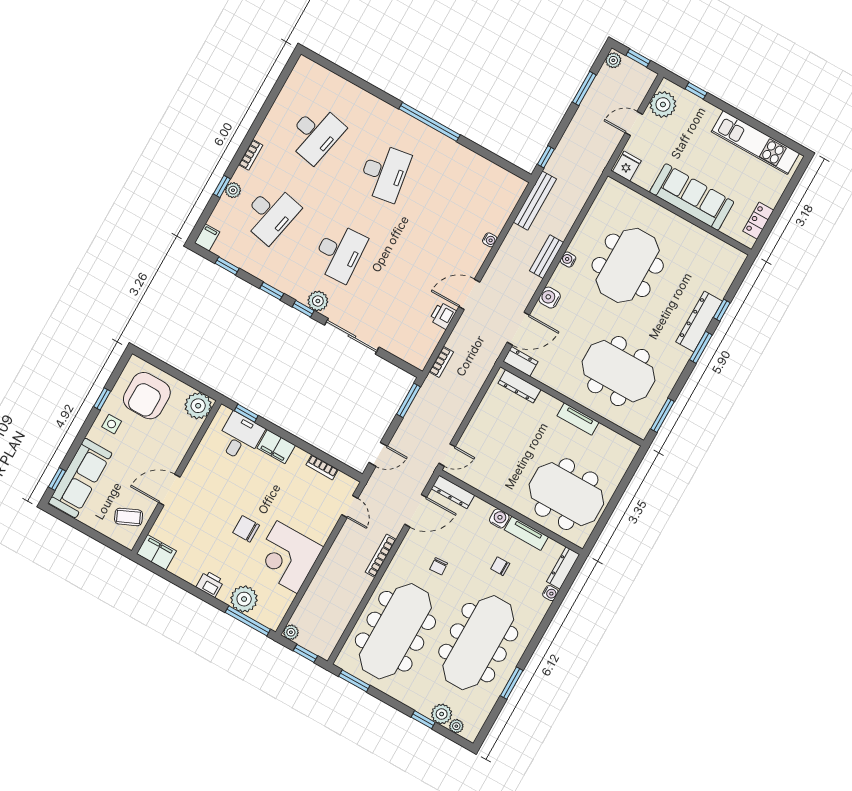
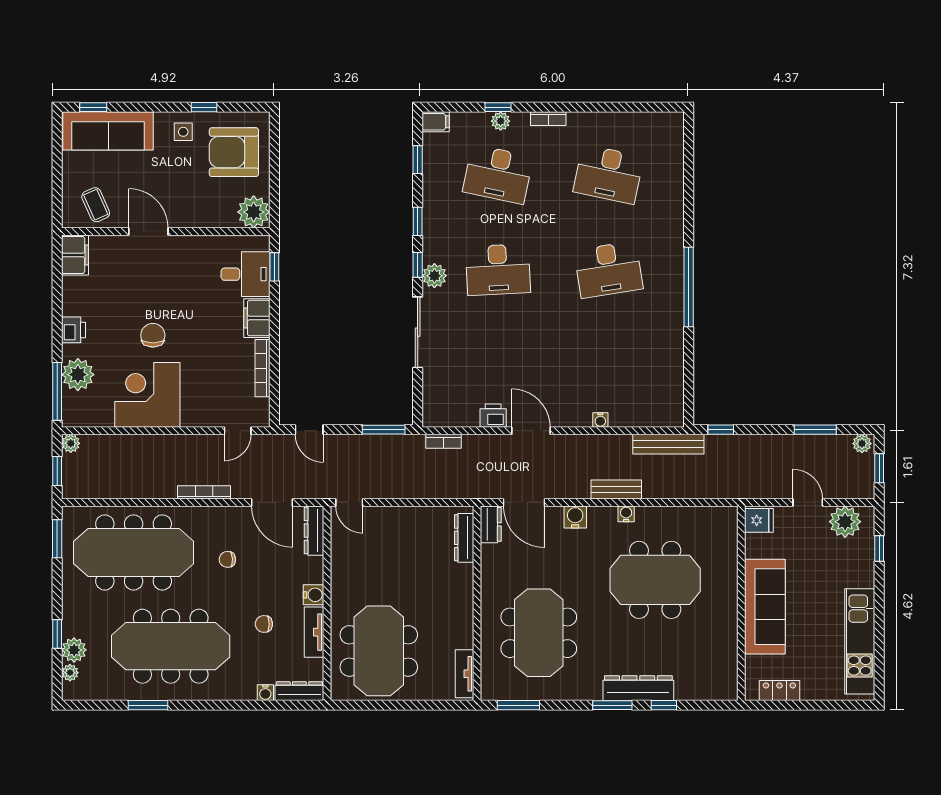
tv unit: (578, 419) -> (464, 674), moved
bookcase: (322, 467) -> (262, 368), width x1.56
chair: (500, 566) -> (264, 624), turned -90

